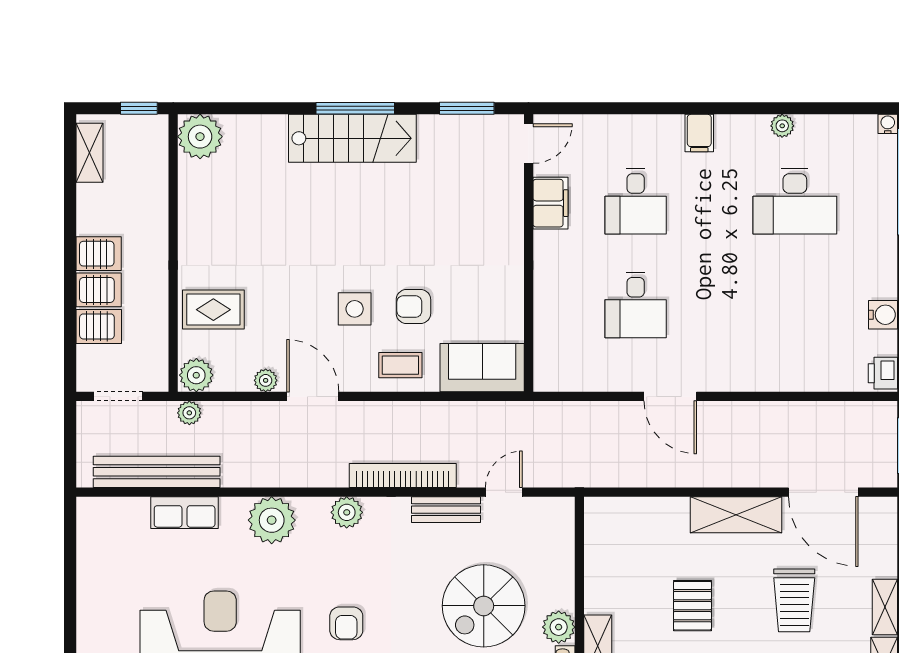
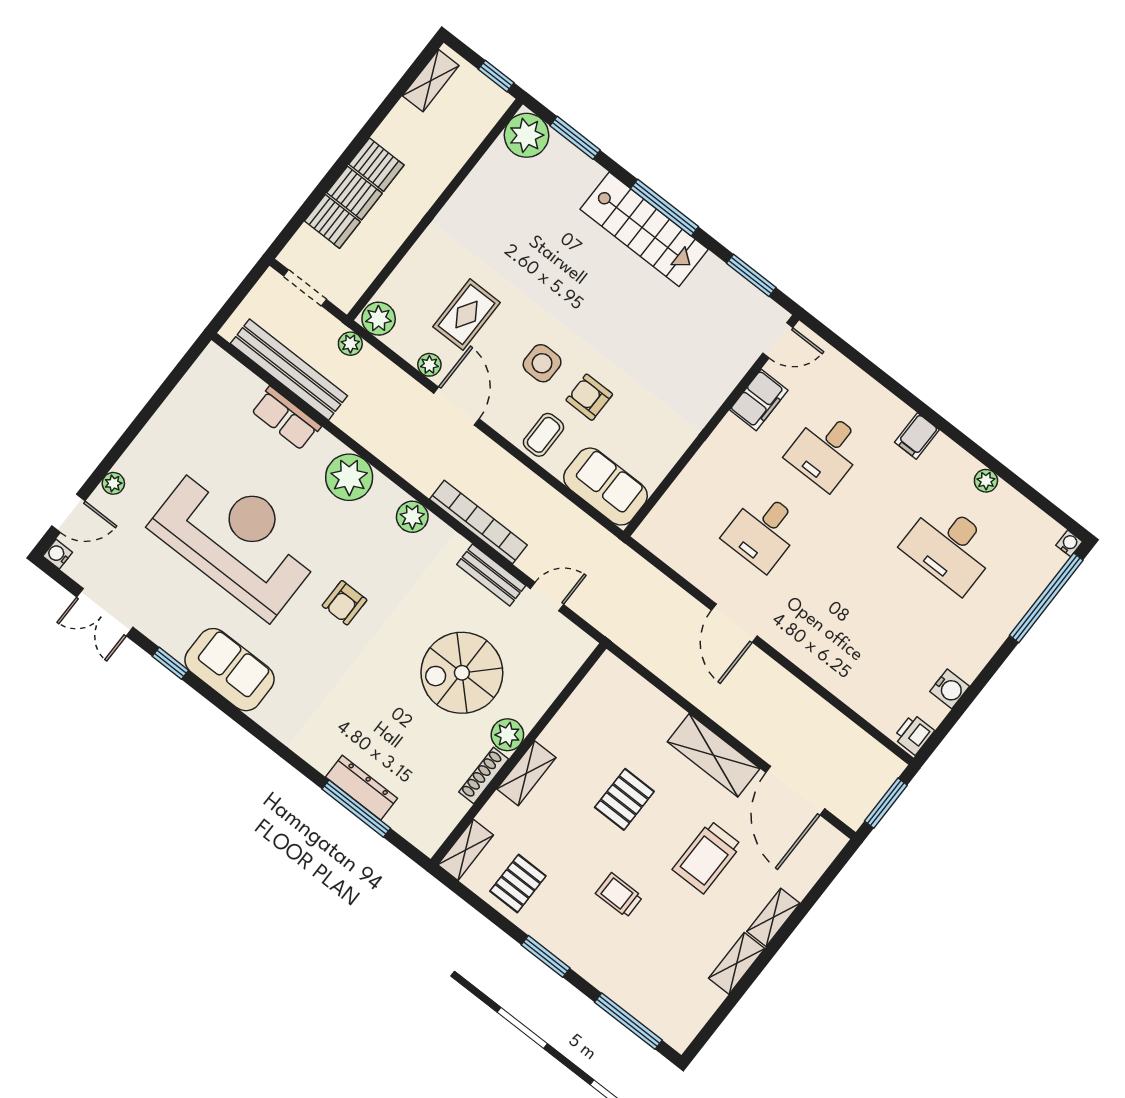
window: (240, 108) -> (575, 138), added
rug: (213, 310) -> (467, 315), moved, turned 90
coffee table: (400, 365) -> (543, 435), turned 90

